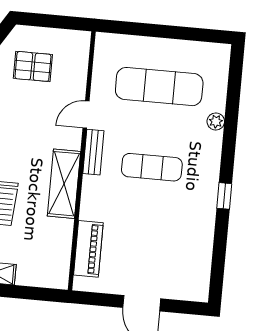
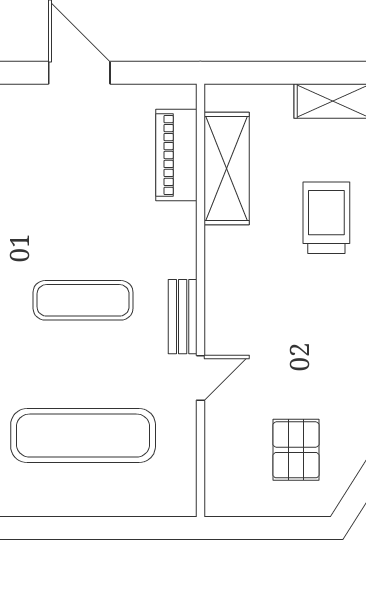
pallet: (33, 66) -> (296, 450), turned 90
shelving: (64, 184) -> (227, 169), moved

